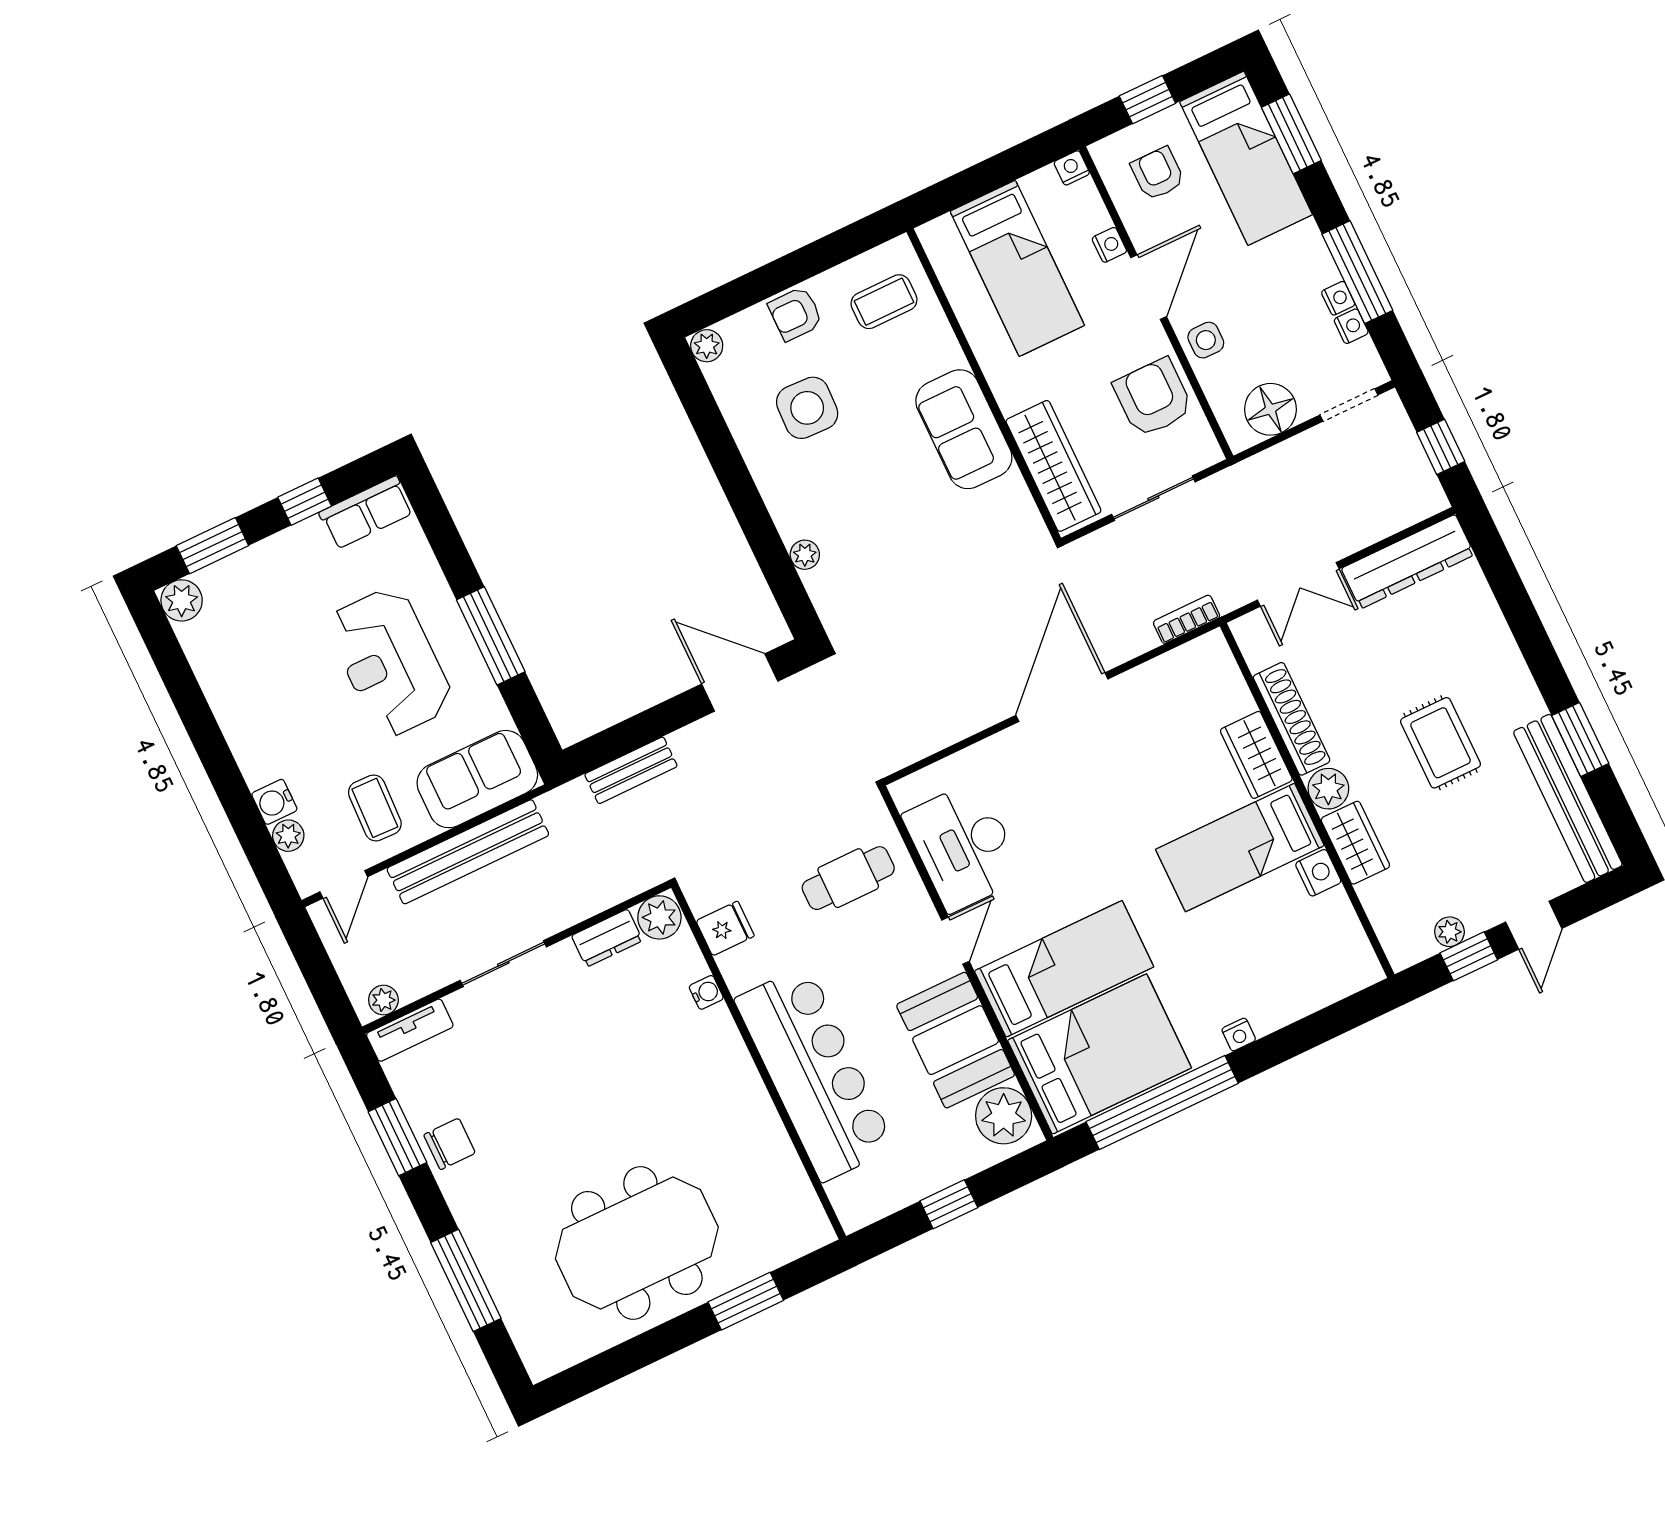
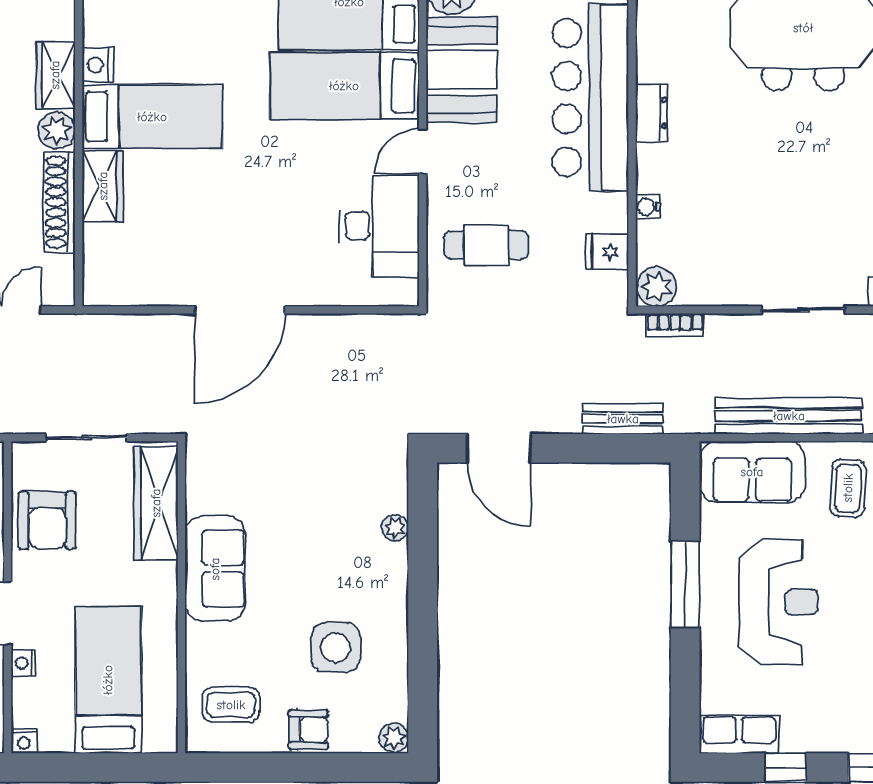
bookcase: (1187, 619) -> (675, 325), moved
dresser: (607, 938) -> (652, 113), moved, turned 90

